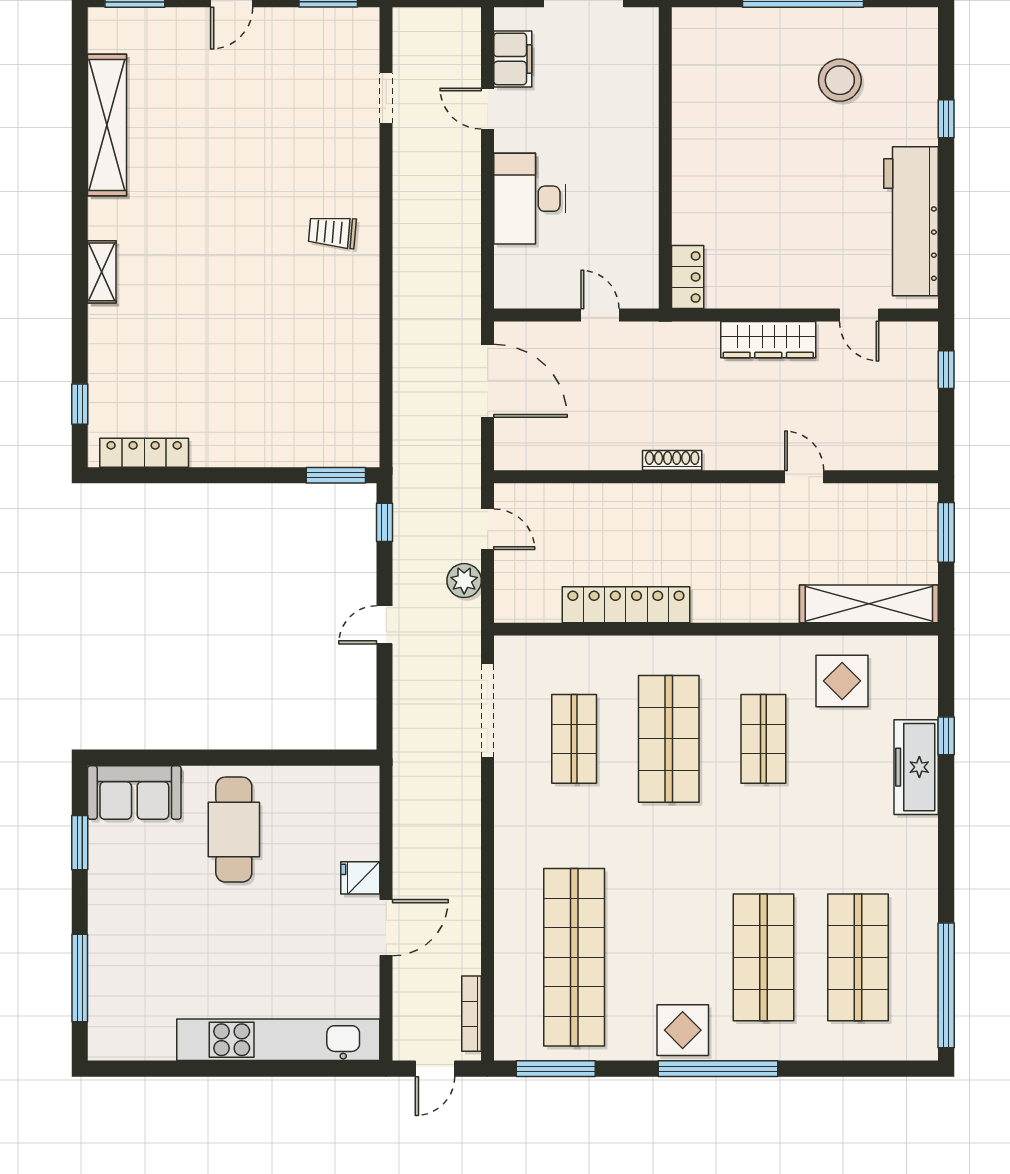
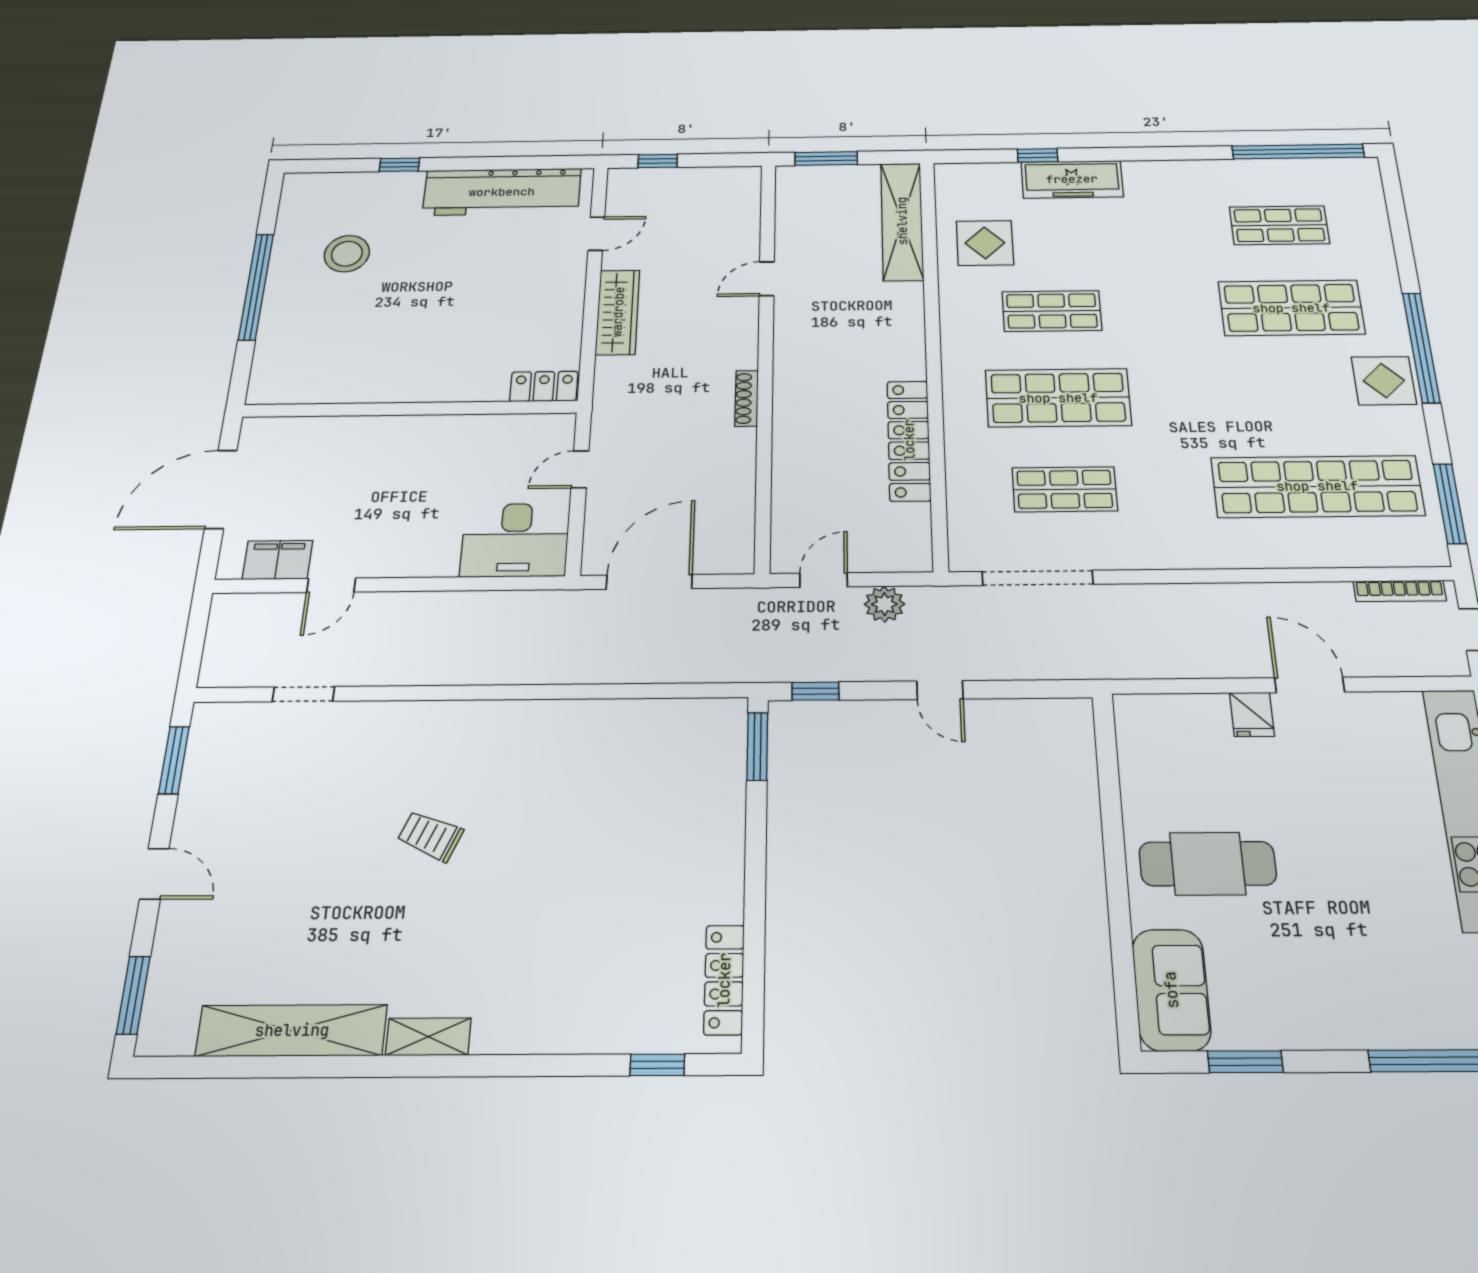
desk: (530, 199) -> (515, 540), moved
trolley: (332, 232) -> (430, 836), moved, turned 108
shelving: (102, 272) -> (428, 1037), moved
shop shelf: (858, 957) -> (1279, 225), width x0.70, depth x0.74

